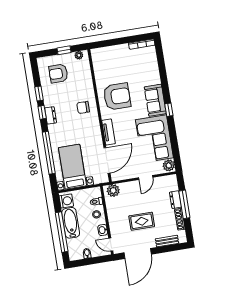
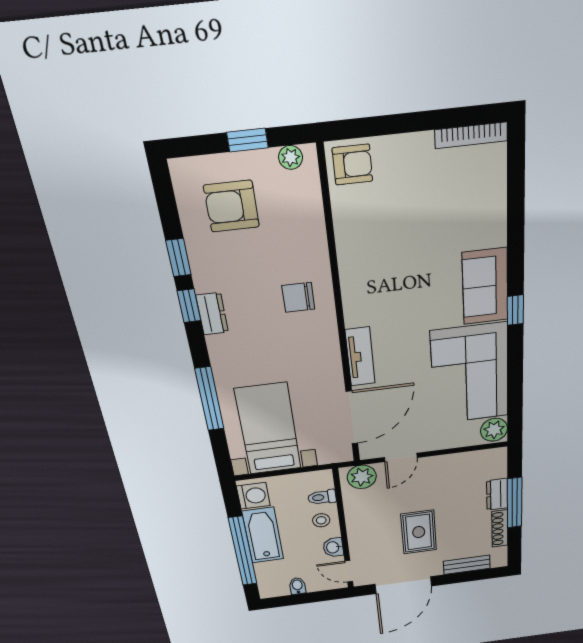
armchair: (117, 96) -> (352, 165), moved, width x0.53, depth x0.53
window: (49, 153) -> (209, 399), width x0.68
door: (146, 178) -> (401, 457), moved
rug: (142, 221) -> (419, 532), turned 90

